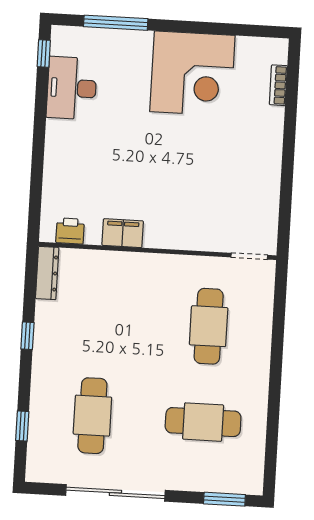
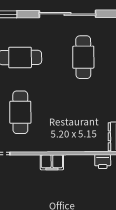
filing cabinet: (123, 233) -> (52, 162), moved

